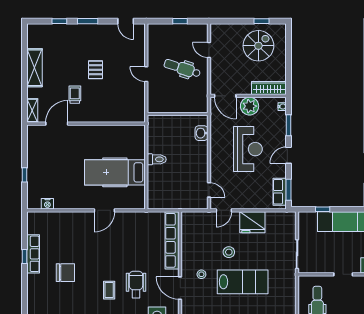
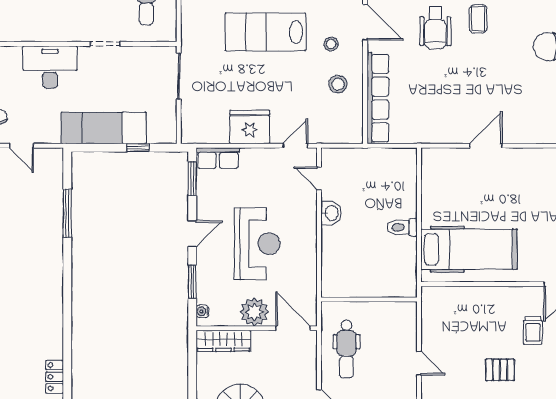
dental chair: (182, 68) -> (347, 349), moved, turned 72
pallet: (95, 70) -> (500, 370), turned 90
washbasin: (201, 133) -> (331, 213), moved
reception desk: (248, 149) -> (257, 244), turned 180
hospital bed: (115, 172) -> (469, 249), moved
row of seats: (280, 192) -> (218, 158), moved, turned 90
stool: (229, 252) -> (338, 84), moved

